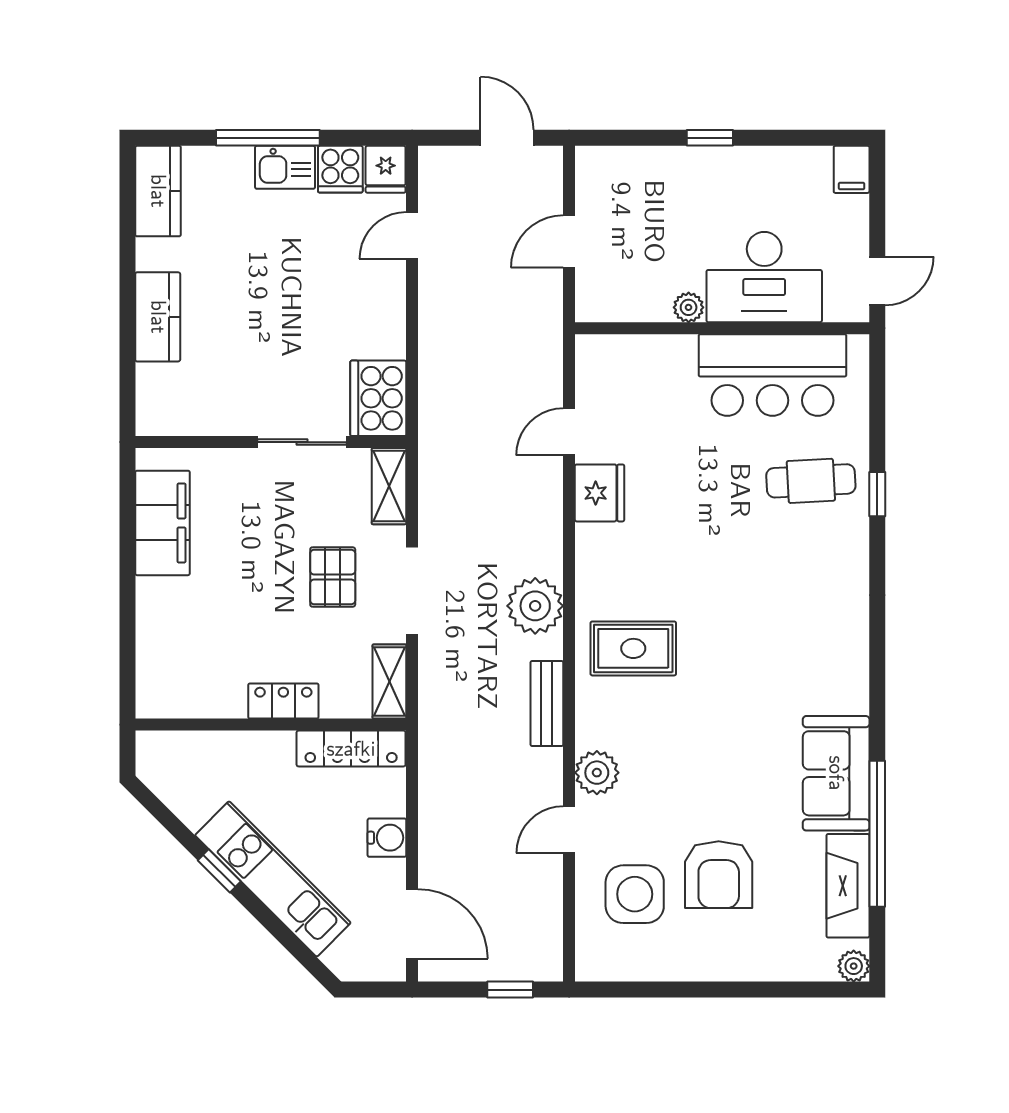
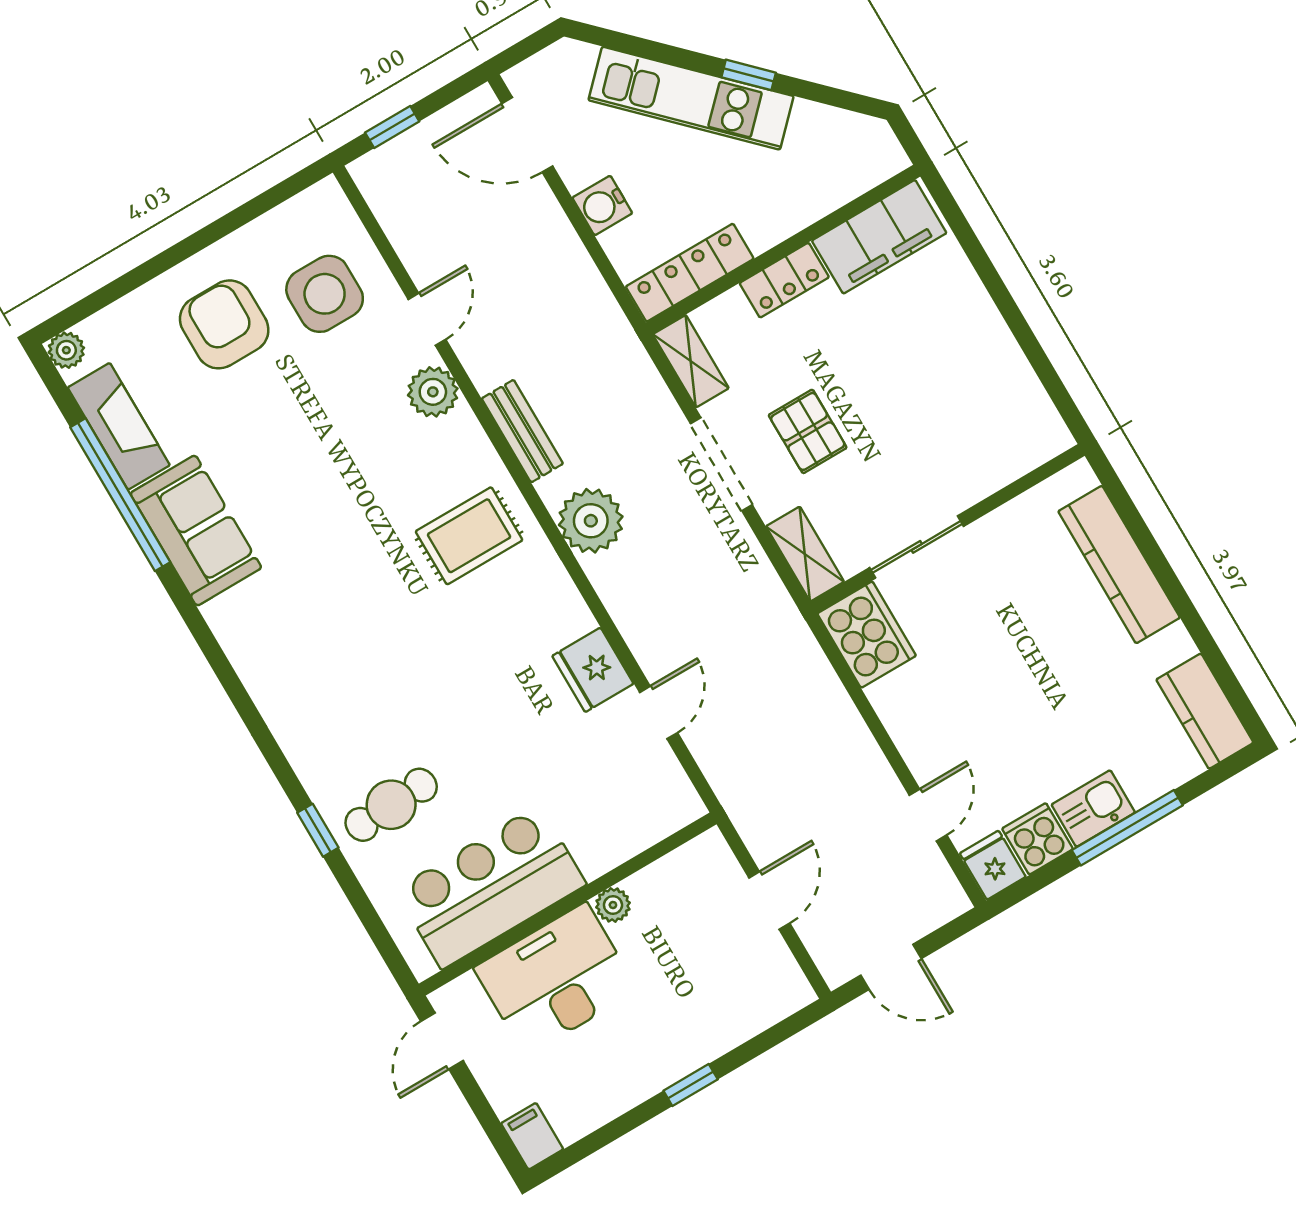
kitchen counter: (158, 317) -> (1119, 565), width x1.50
filing cabinet: (163, 523) -> (879, 237), moved, turned -90
armchair: (719, 875) -> (224, 324), moved

